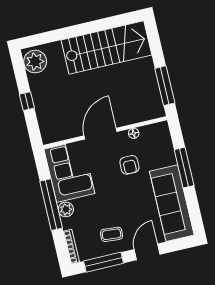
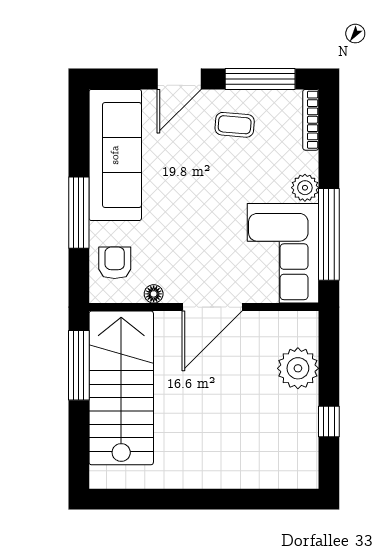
stairs: (106, 47) -> (121, 388), moved, turned 90
plant: (35, 62) -> (298, 368), moved
window: (27, 101) -> (329, 422), moved
armchair: (129, 165) -> (115, 263), moved
window: (51, 205) -> (329, 234), moved

